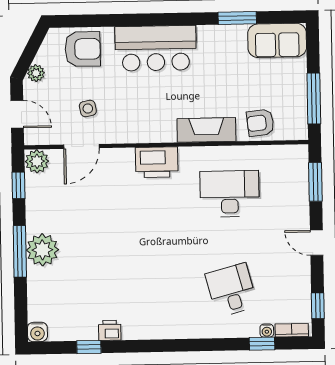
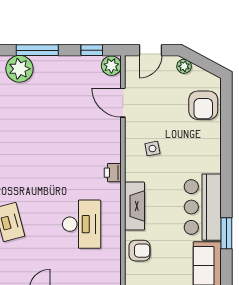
bar counter: (156, 48) -> (203, 207), moved
side table: (88, 109) -> (152, 149), moved
armchair: (260, 123) -> (140, 251), turned 96
printer: (157, 162) -> (113, 173), width x0.53, depth x0.68
plant: (42, 250) -> (19, 69), moved

